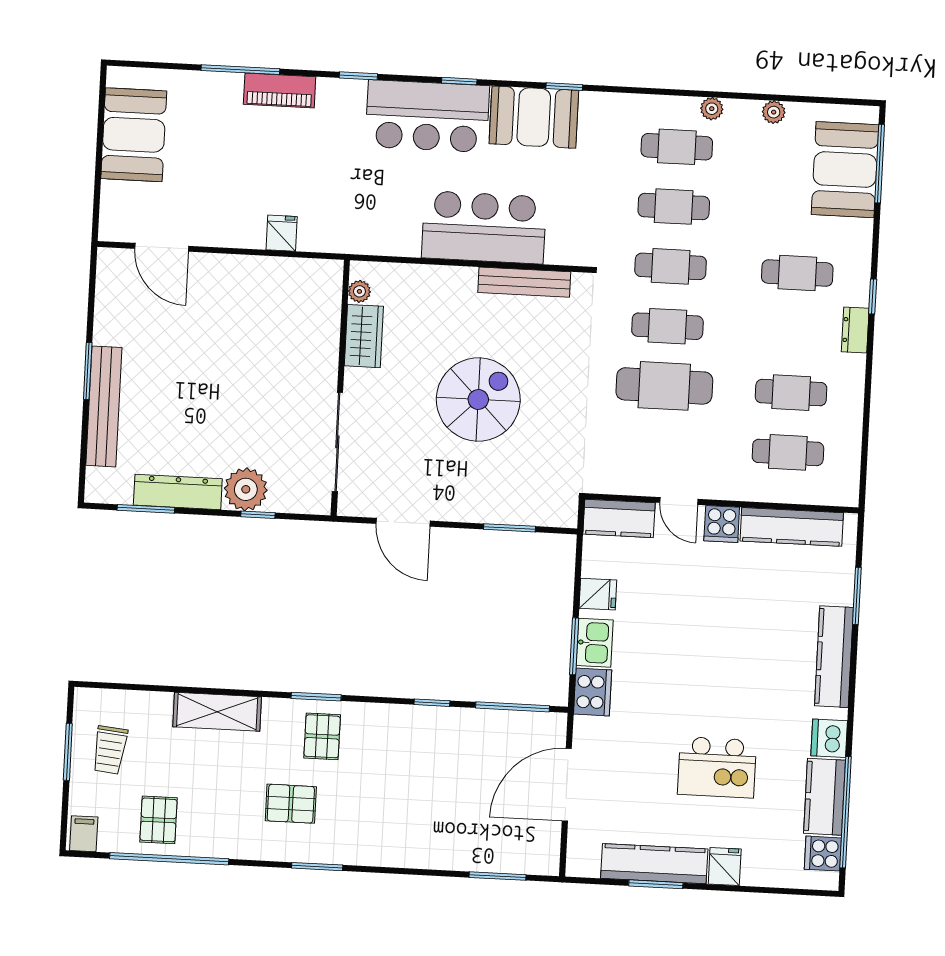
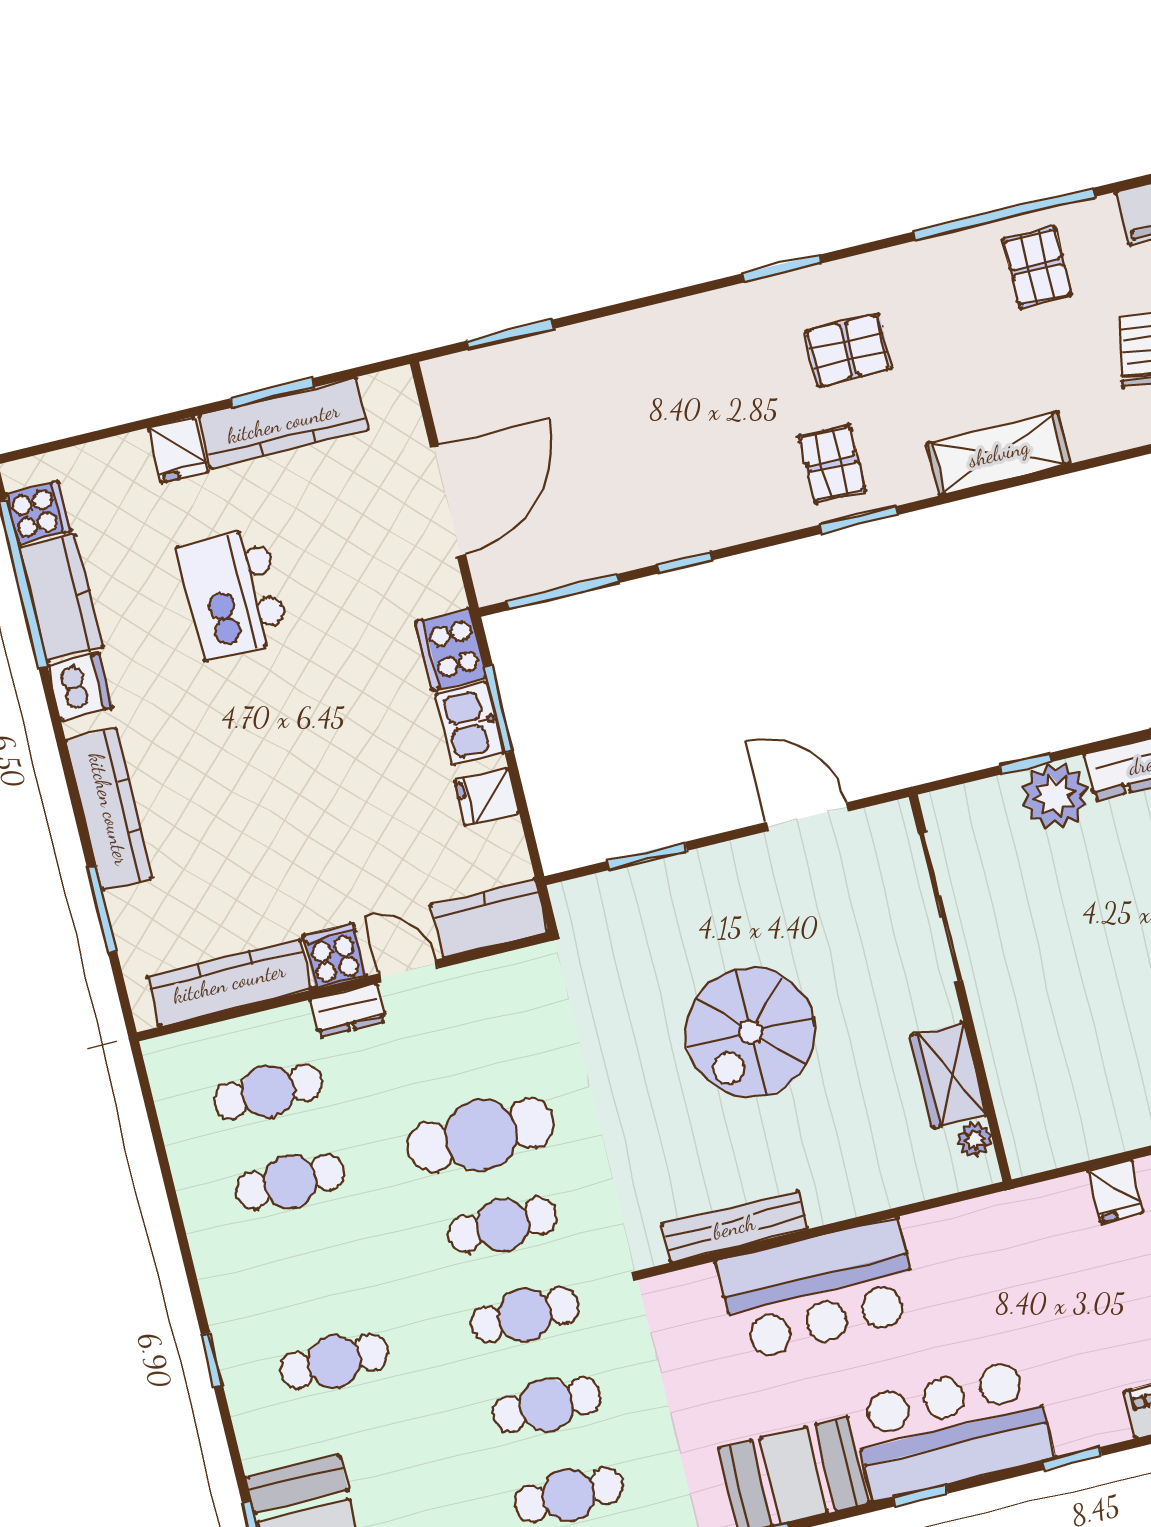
dresser: (855, 330) -> (348, 1011), moved, turned 90
kitchen island: (717, 767) -> (233, 593), turned -90

